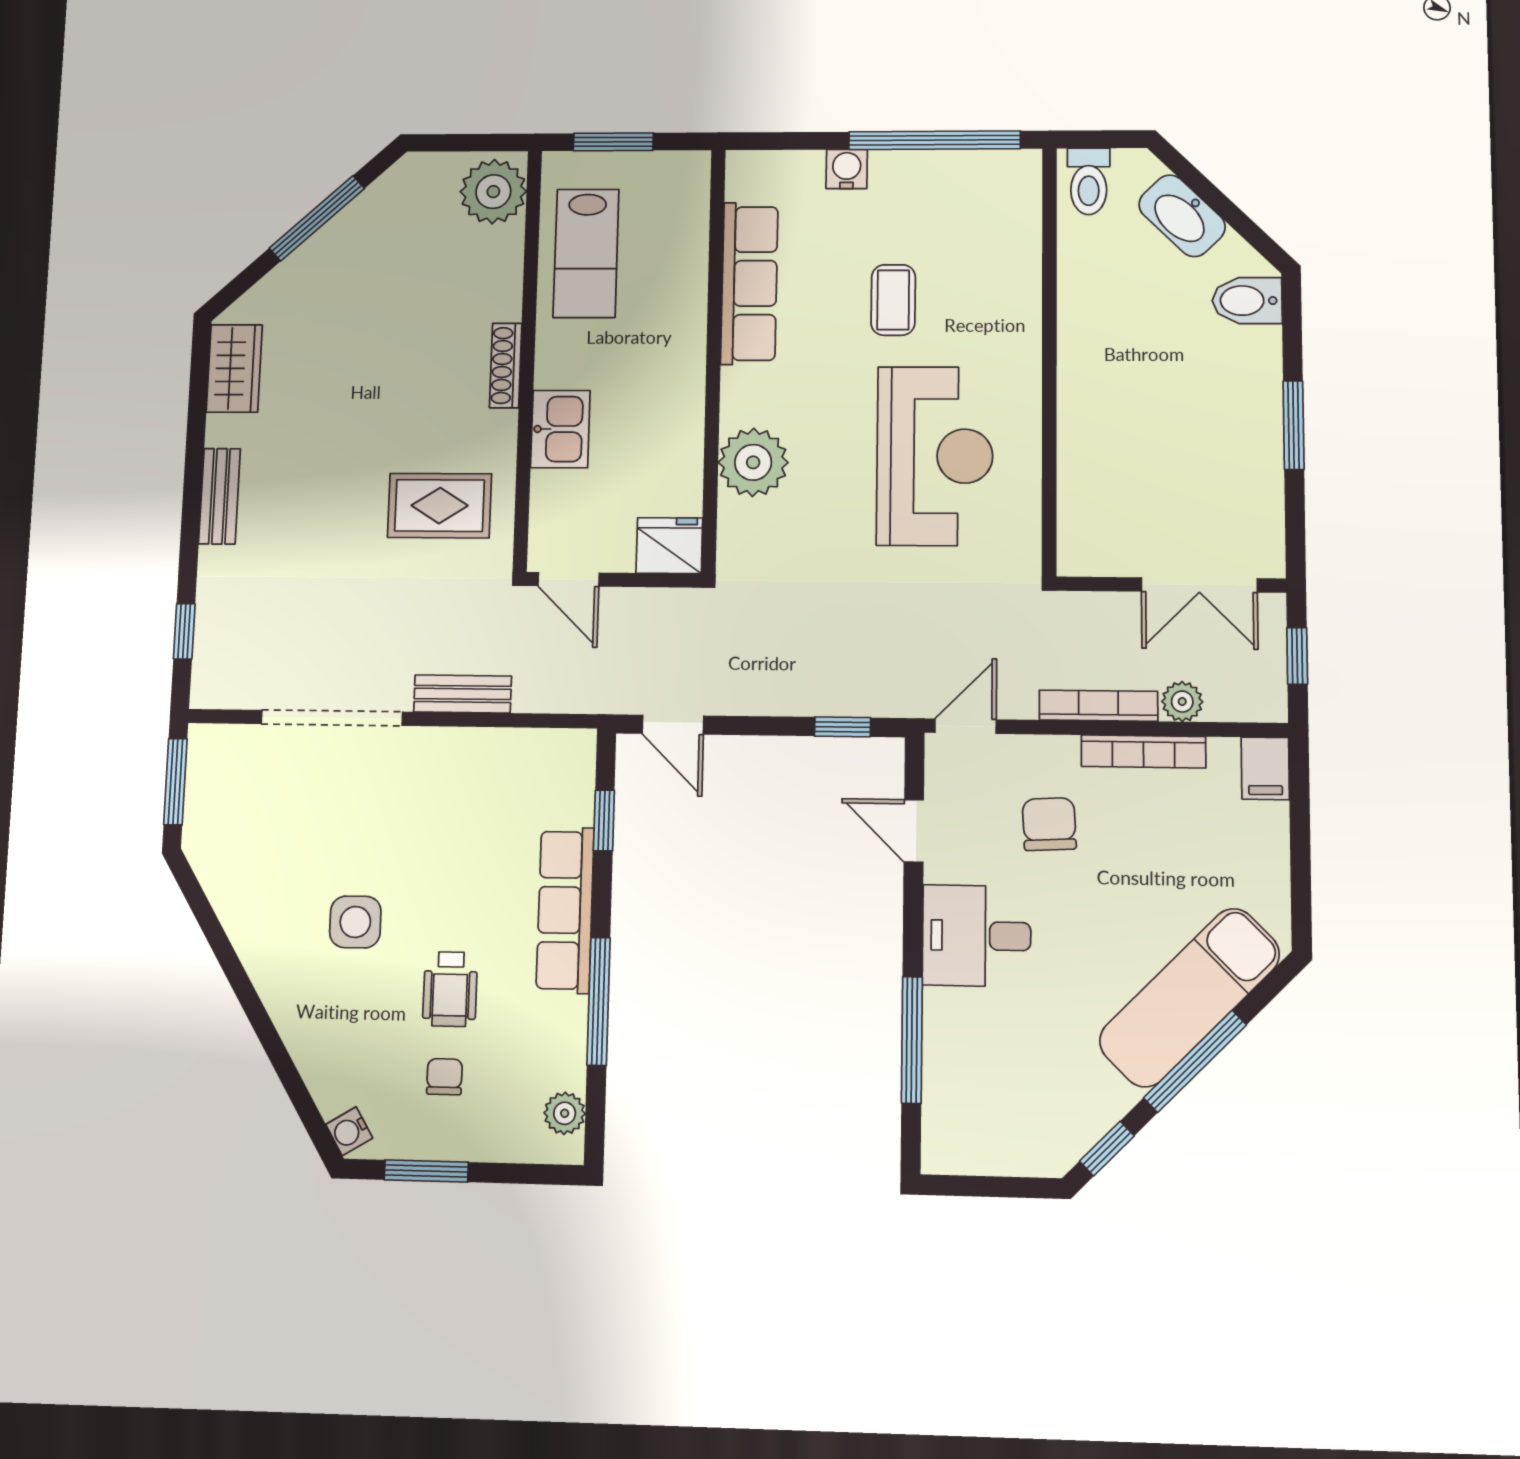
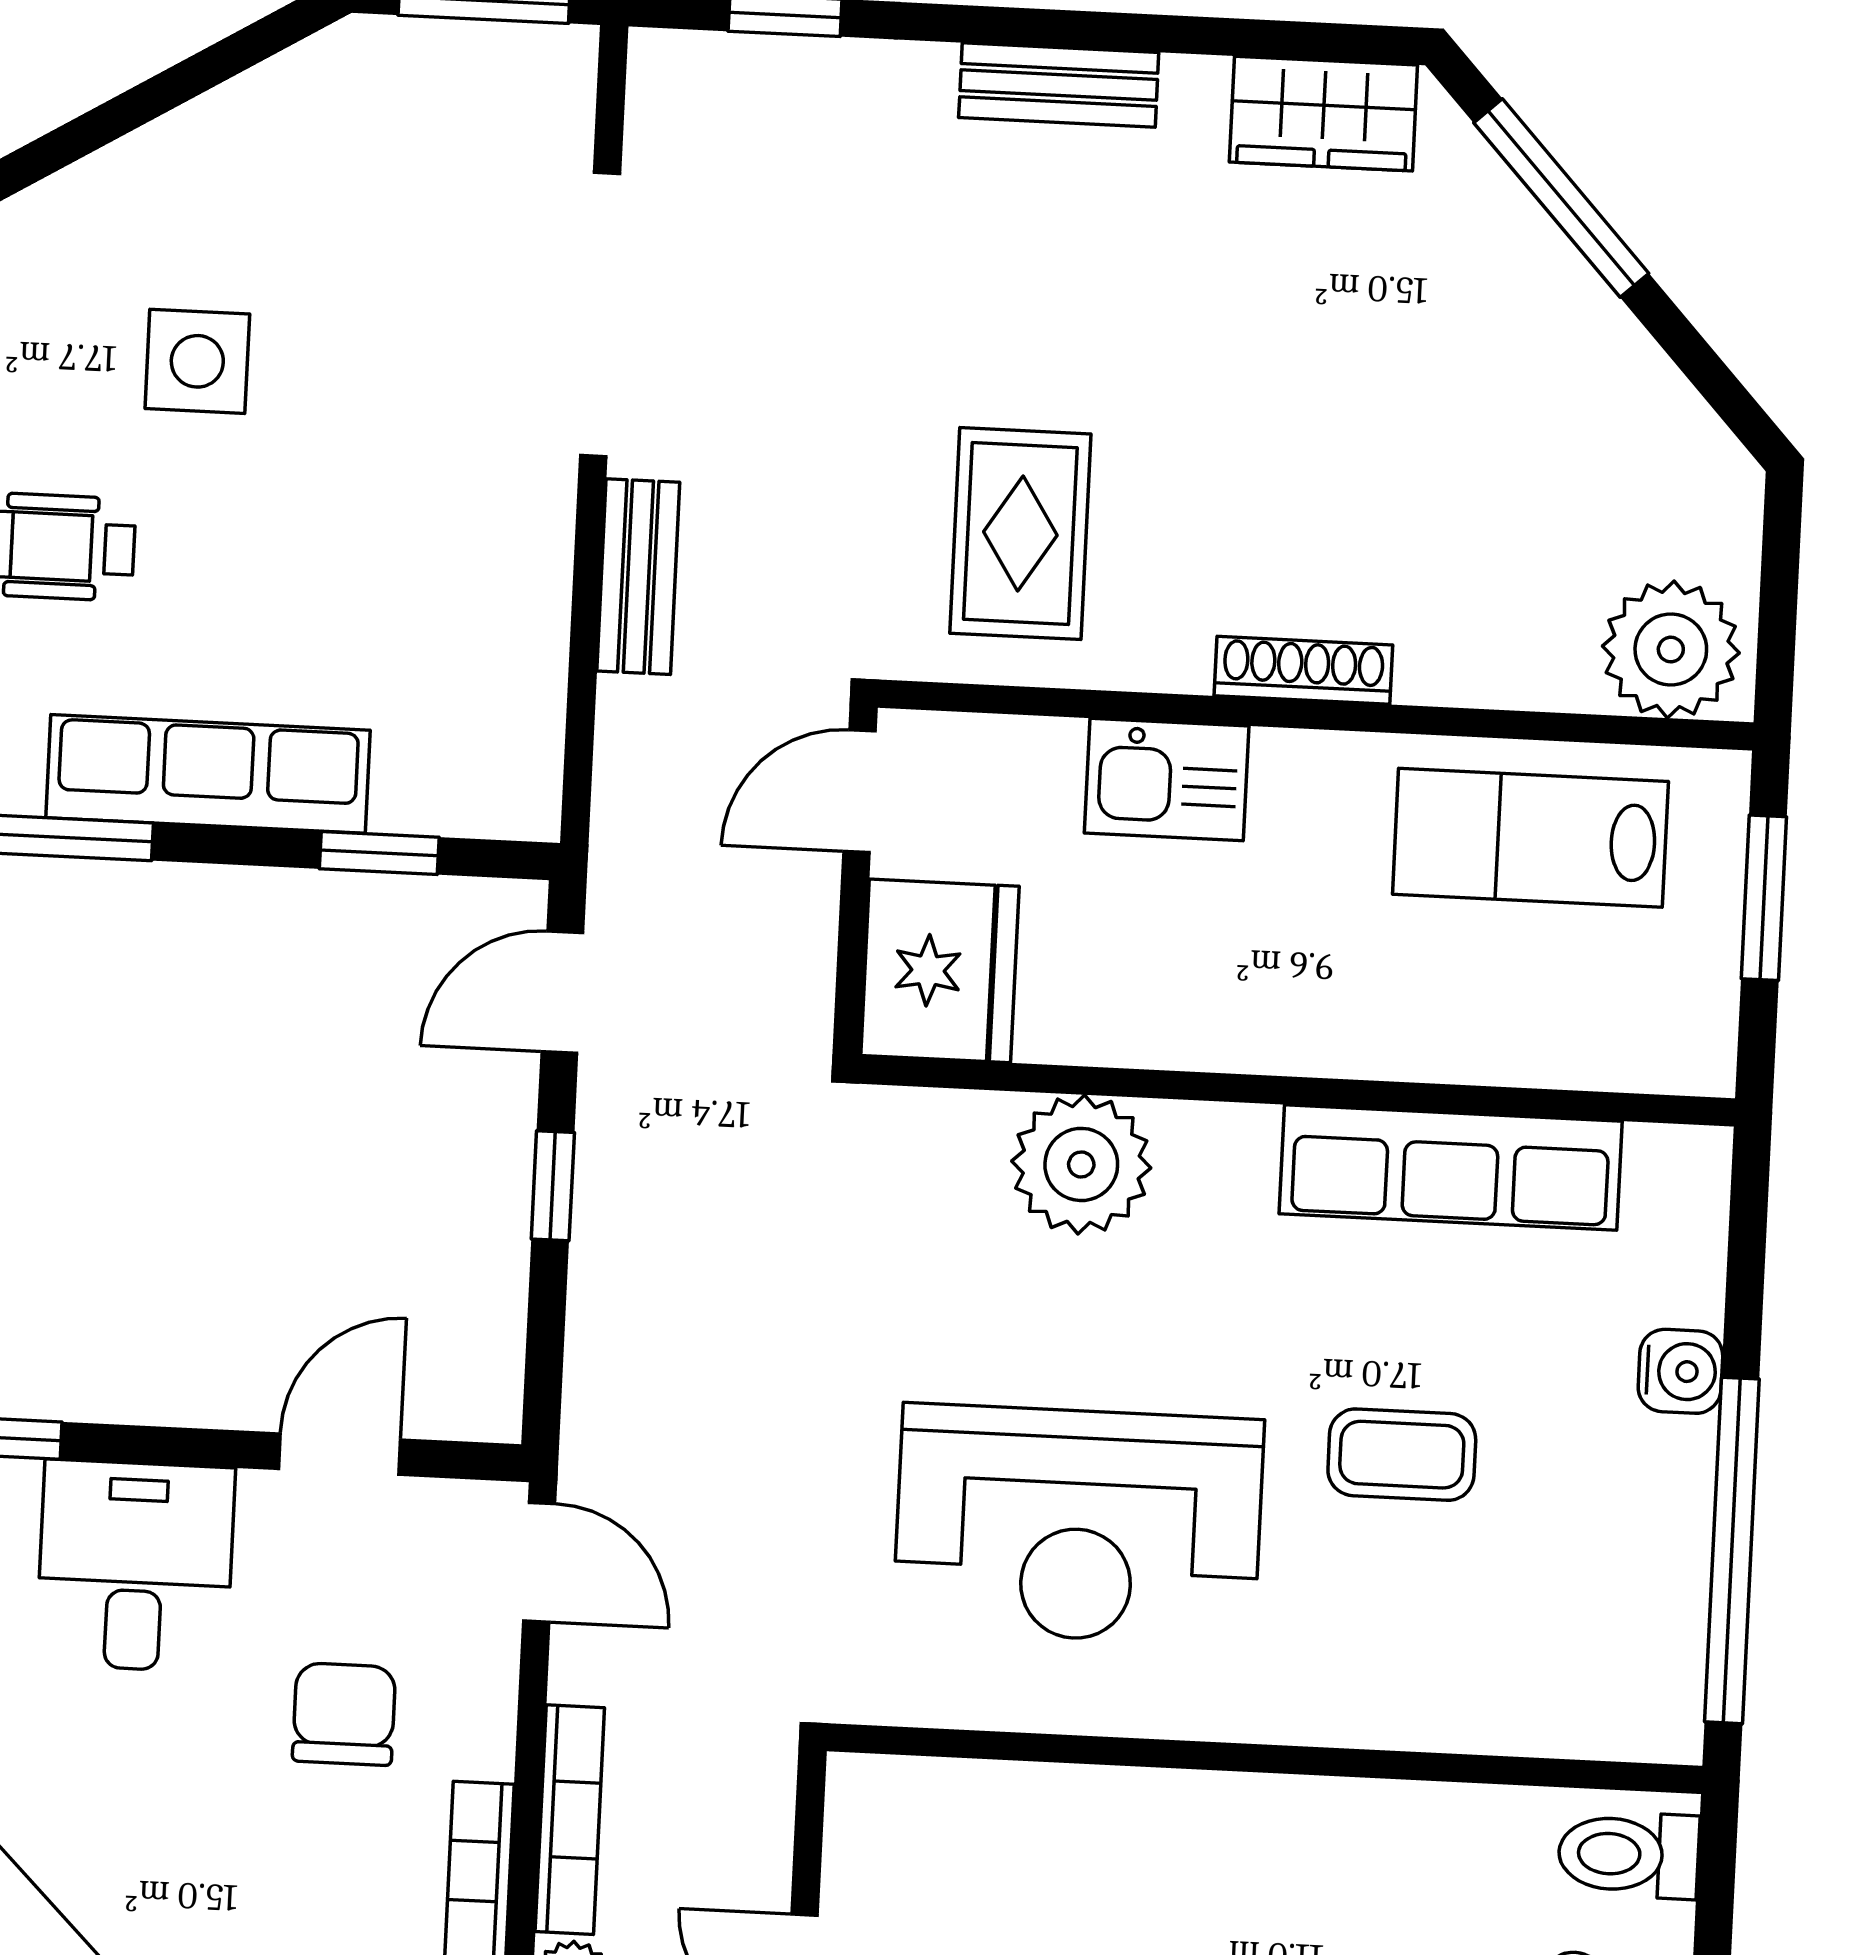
window: (317, 218) -> (1561, 198), moved
fridge: (669, 546) -> (940, 971), width x1.36, depth x1.34
window: (842, 727) -> (553, 1186), moved
chair: (1049, 824) -> (344, 1714), turned -87

